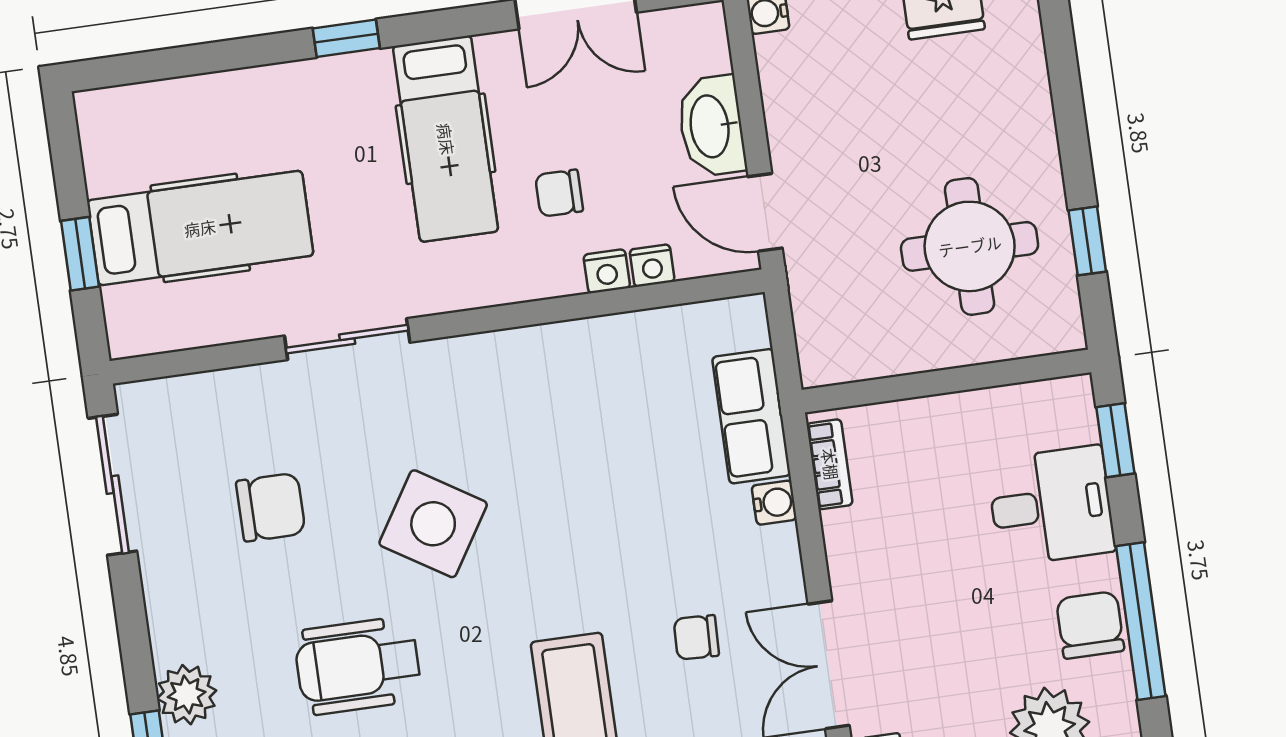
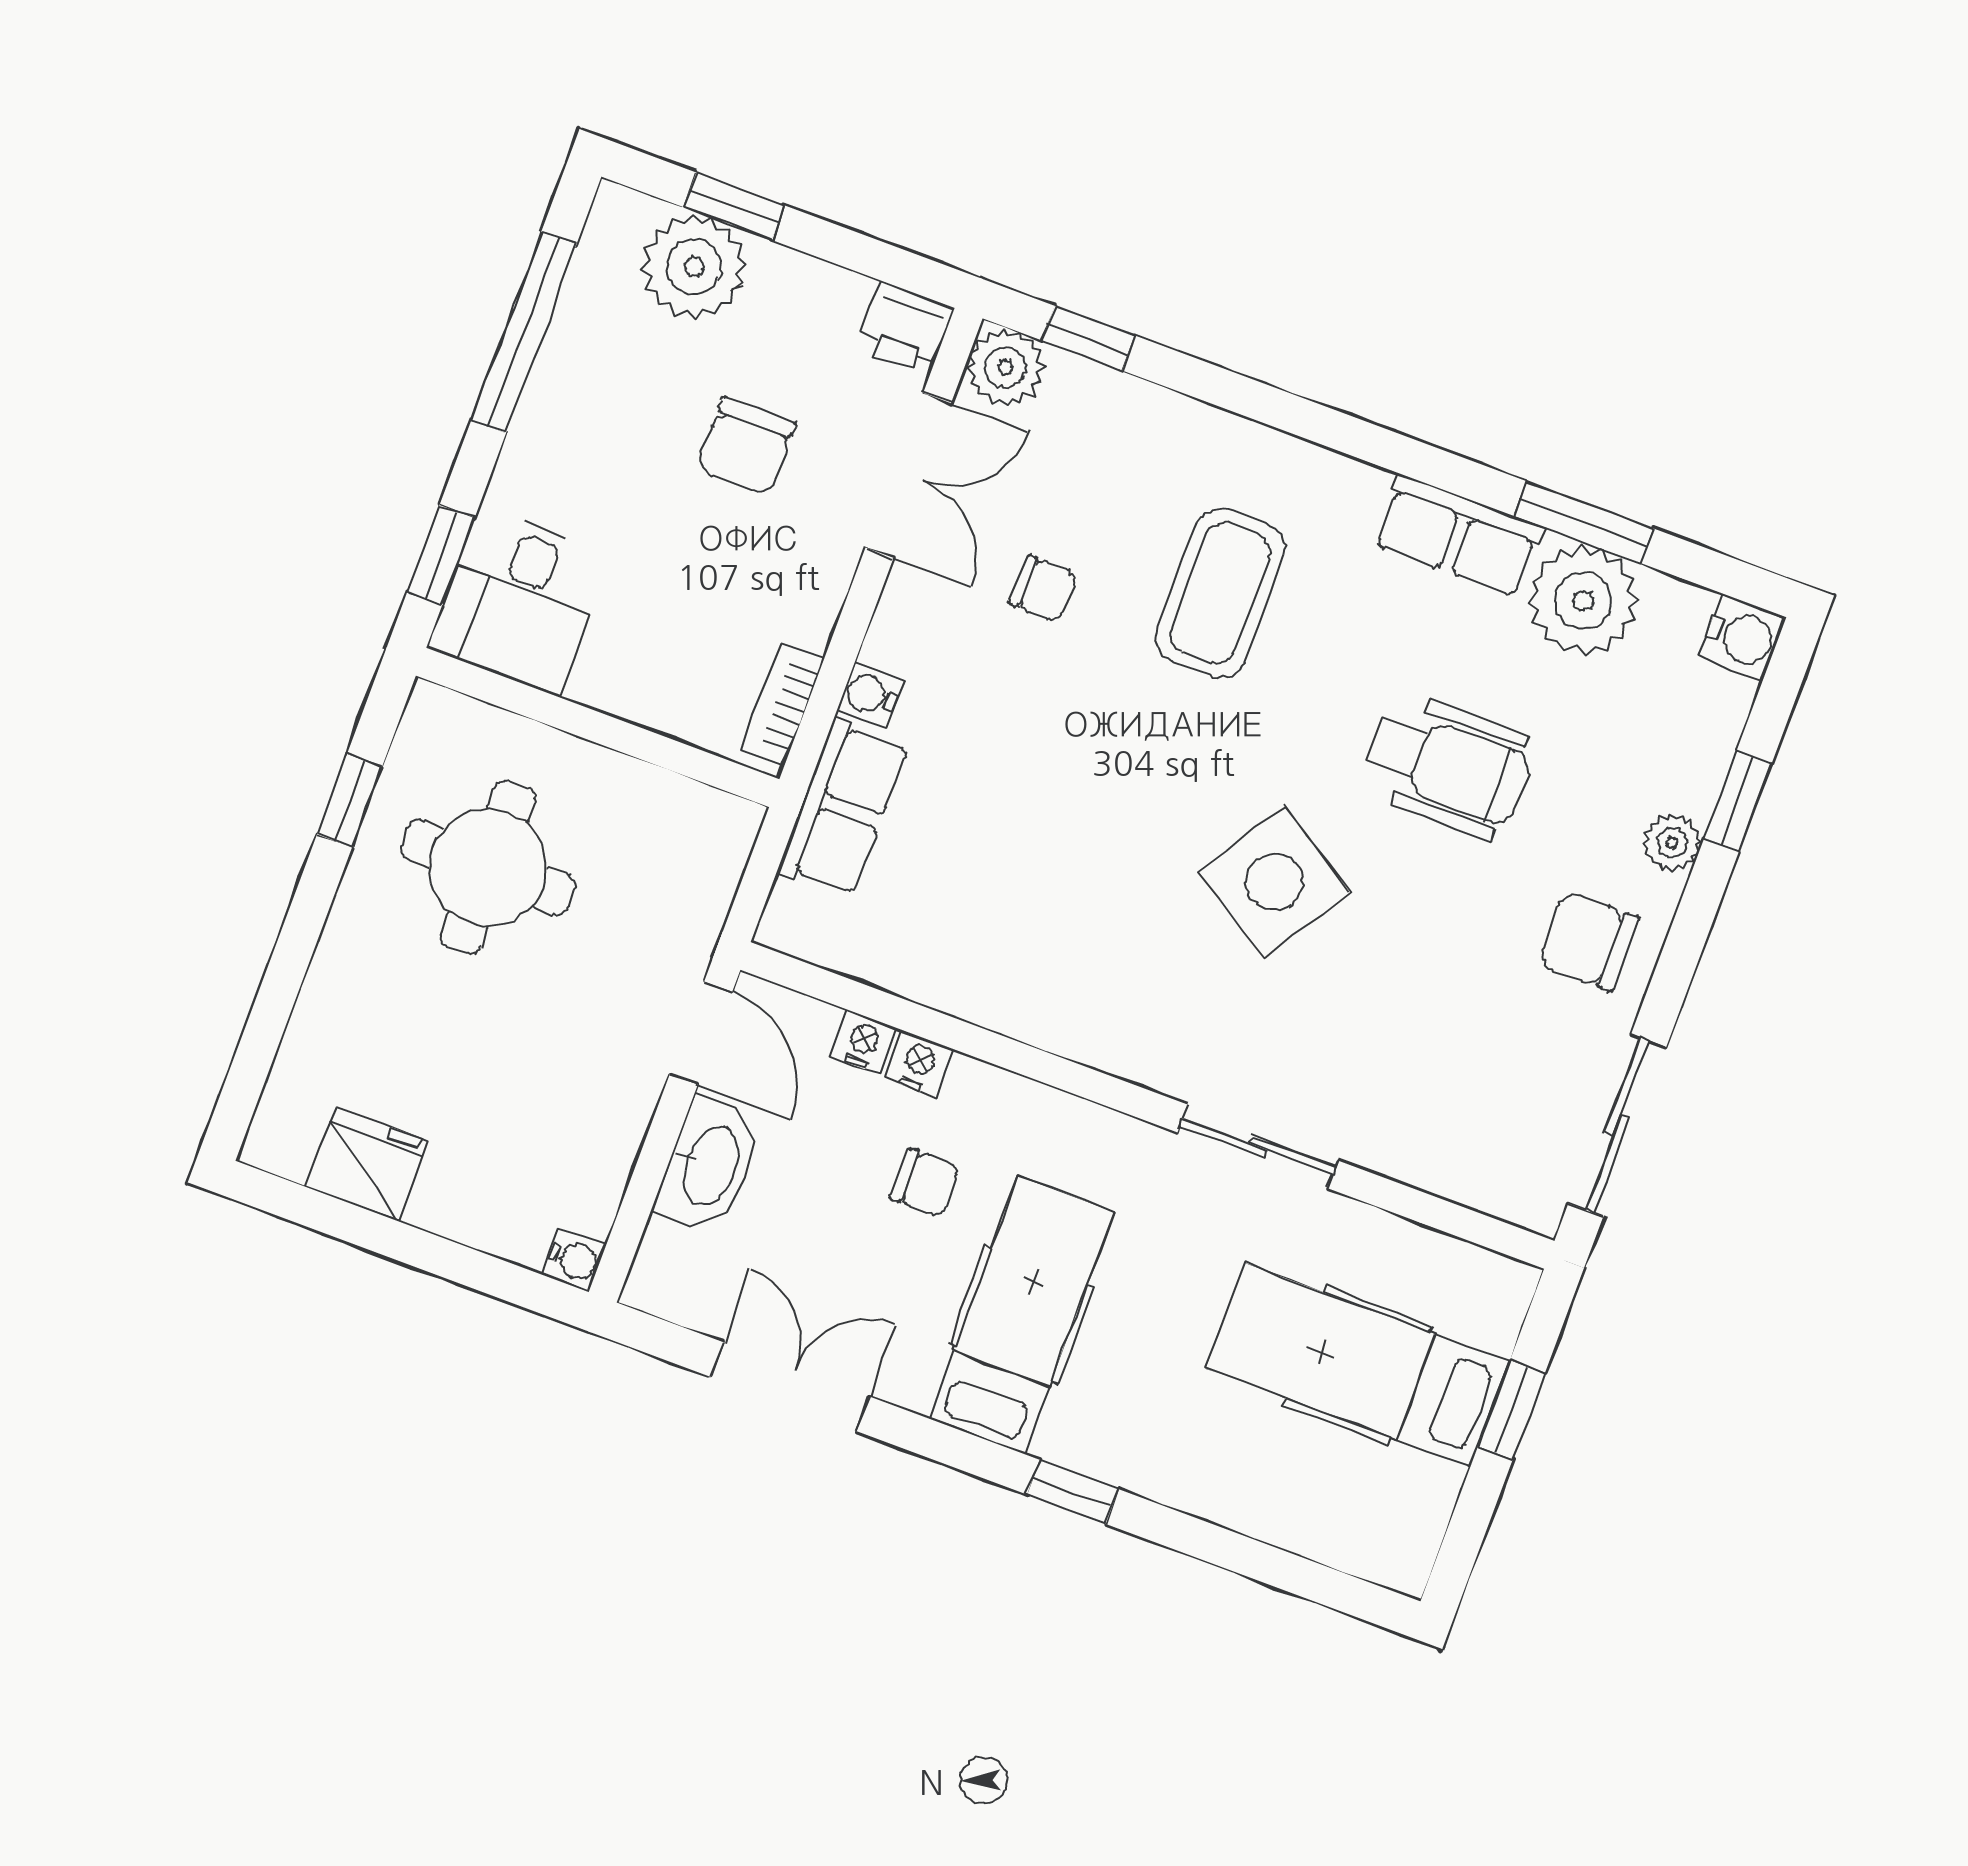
desk: (1051, 506) -> (519, 601), moved, turned -90
chair: (271, 507) -> (1588, 941), moved
chair: (1090, 625) -> (746, 446), moved
plant: (187, 695) -> (1672, 843), width x0.73, depth x0.73

